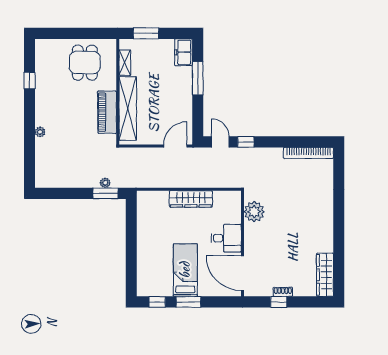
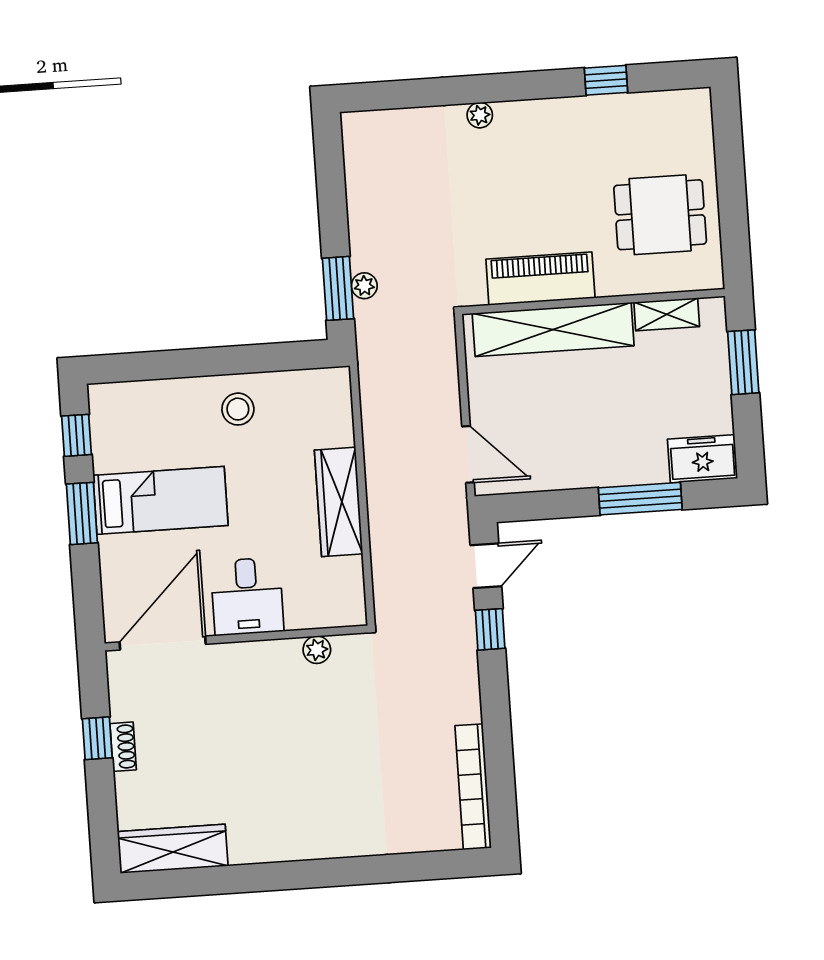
plant: (254, 212) -> (317, 650), width x0.53, depth x0.53
stool: (151, 237) -> (238, 409), added

